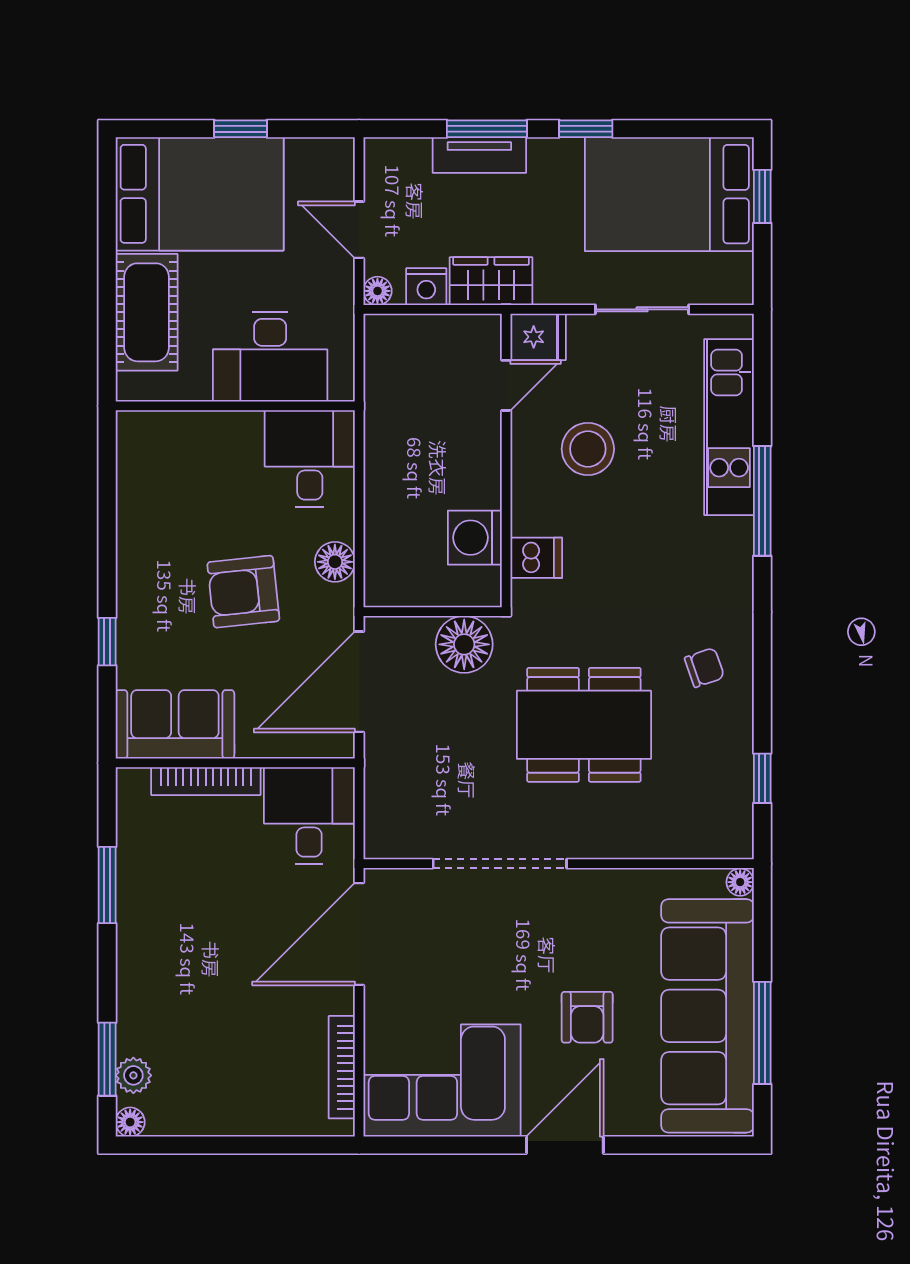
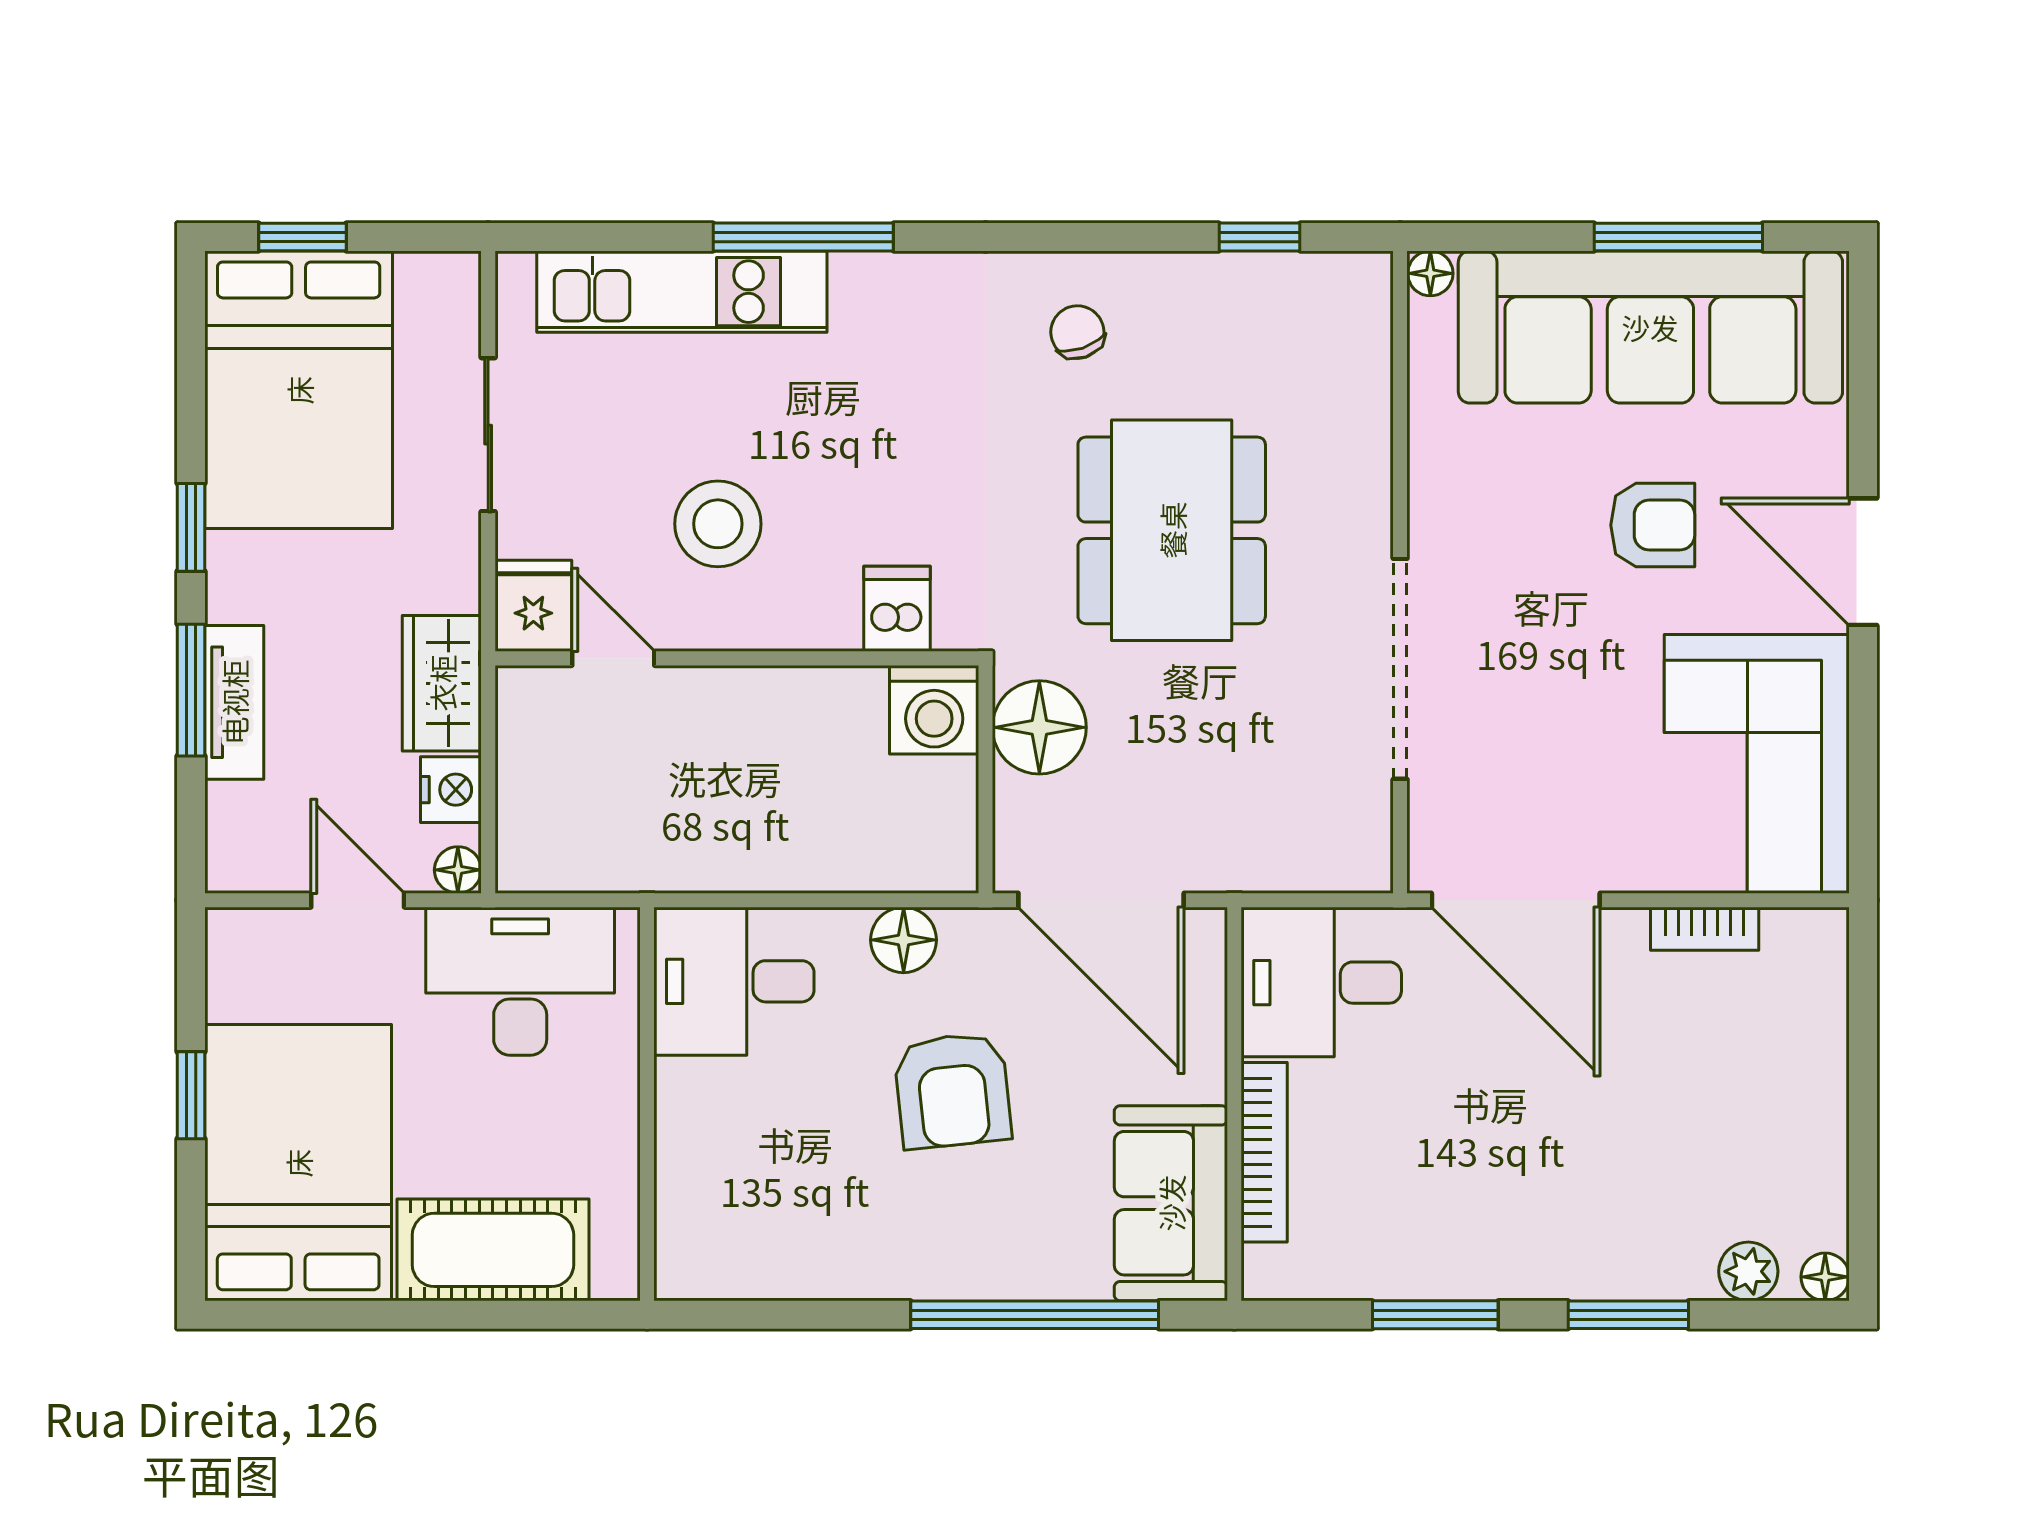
door: (359, 230) -> (358, 900), swing flipped
desk: (270, 357) -> (520, 981), moved, turned -90
washing machine: (475, 538) -> (934, 710), moved
window: (107, 642) -> (1035, 1315), width x3.17
window: (107, 1059) -> (1628, 1315), moved
bookcase: (342, 1067) -> (1705, 929), width x0.64

